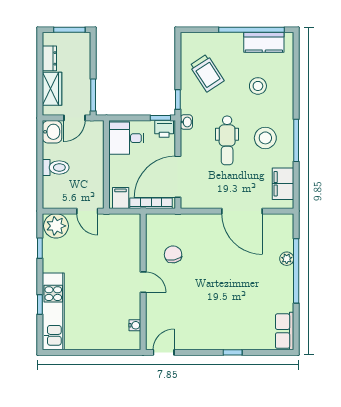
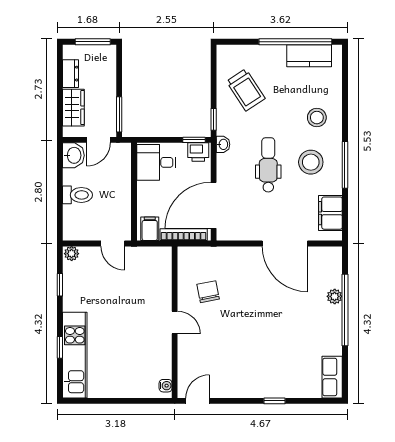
stool: (258, 86) -> (317, 118), moved
dental chair: (227, 140) -> (268, 165), turned 180
plant: (56, 226) -> (72, 254), width x0.53, depth x0.53
water cooler: (135, 325) -> (166, 386), moved

